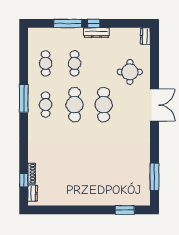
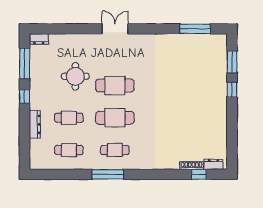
window: (68, 23) -> (25, 64), moved
dresser: (96, 33) -> (35, 124), moved
round table: (130, 72) -> (75, 76), moved
double door: (154, 105) -> (115, 29), width x0.73
window: (100, 210) -> (232, 90), added

